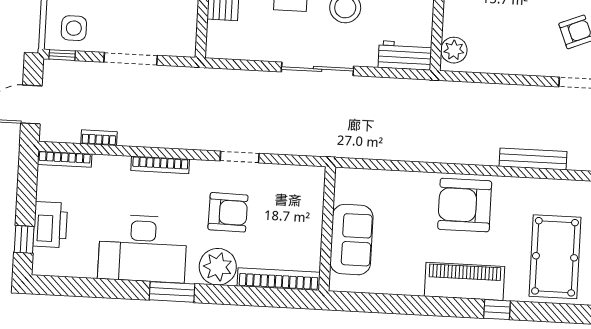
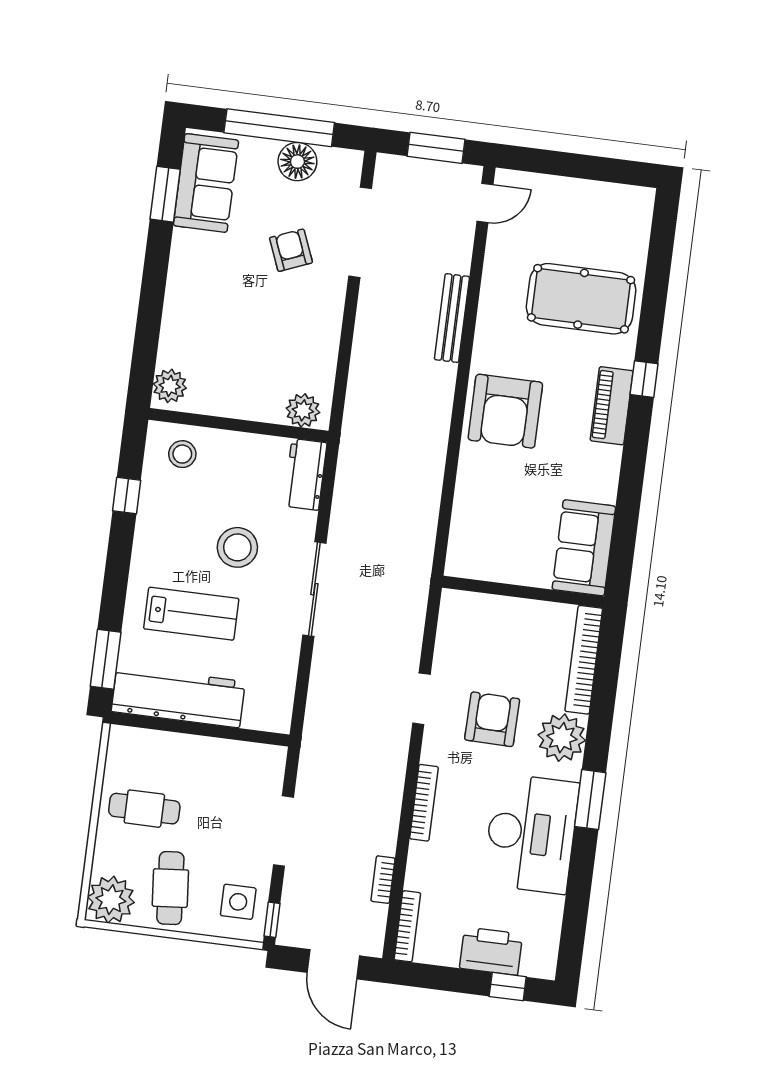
sofa: (351, 240) -> (584, 548), moved, turned -90
piano: (464, 281) -> (612, 406), width x0.73, depth x0.75

